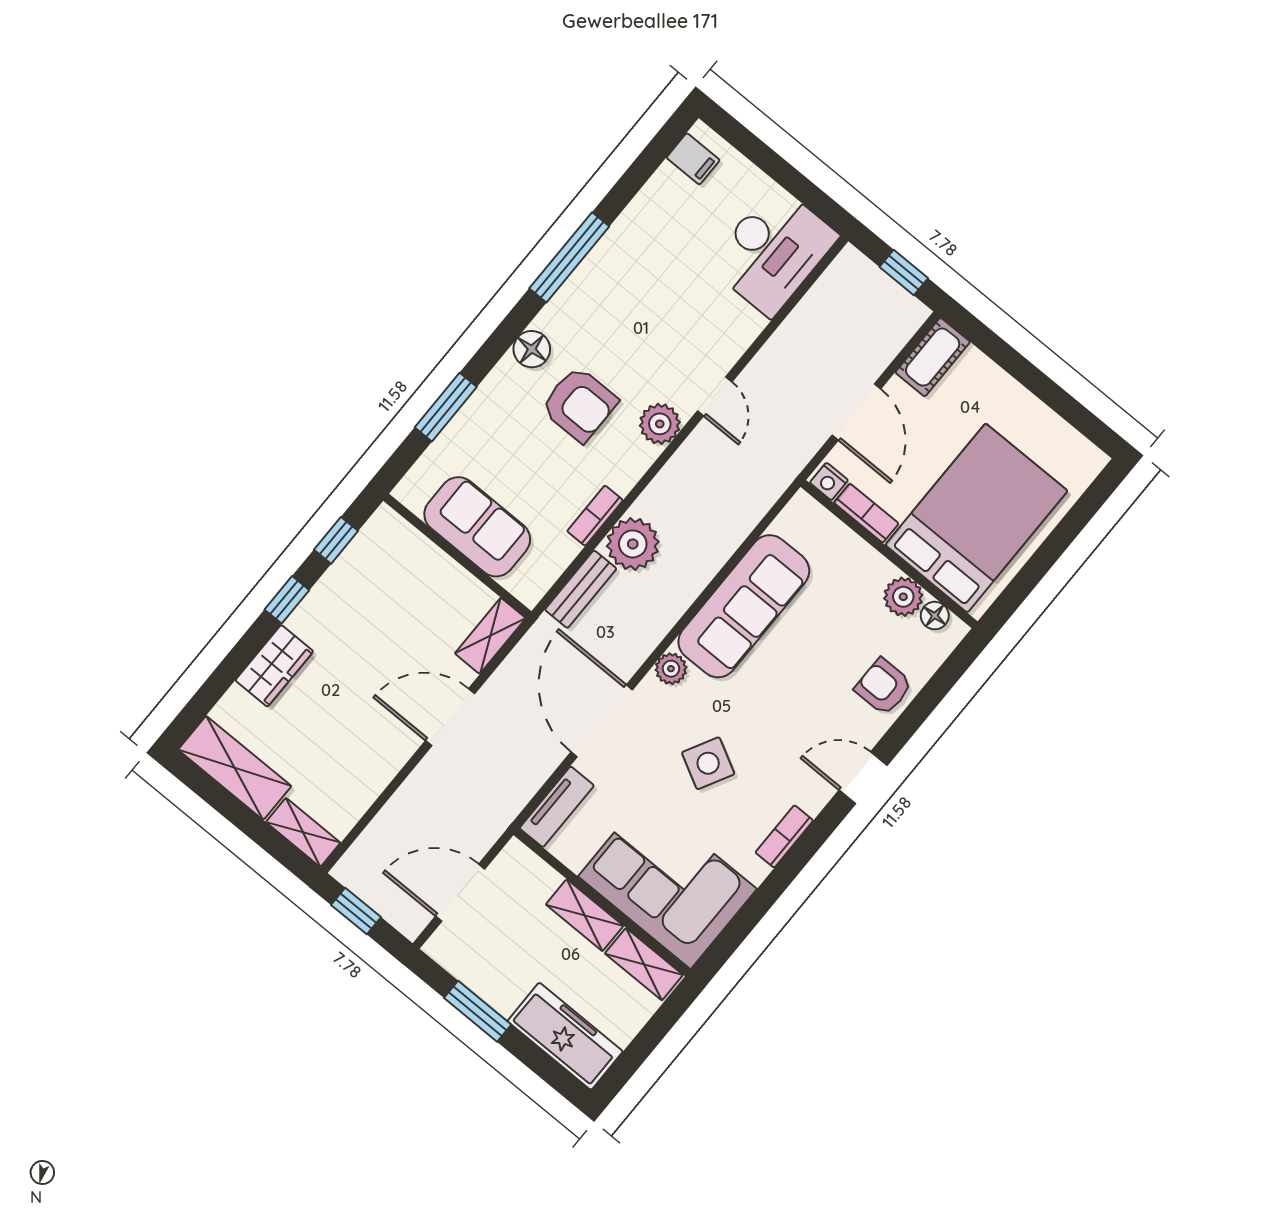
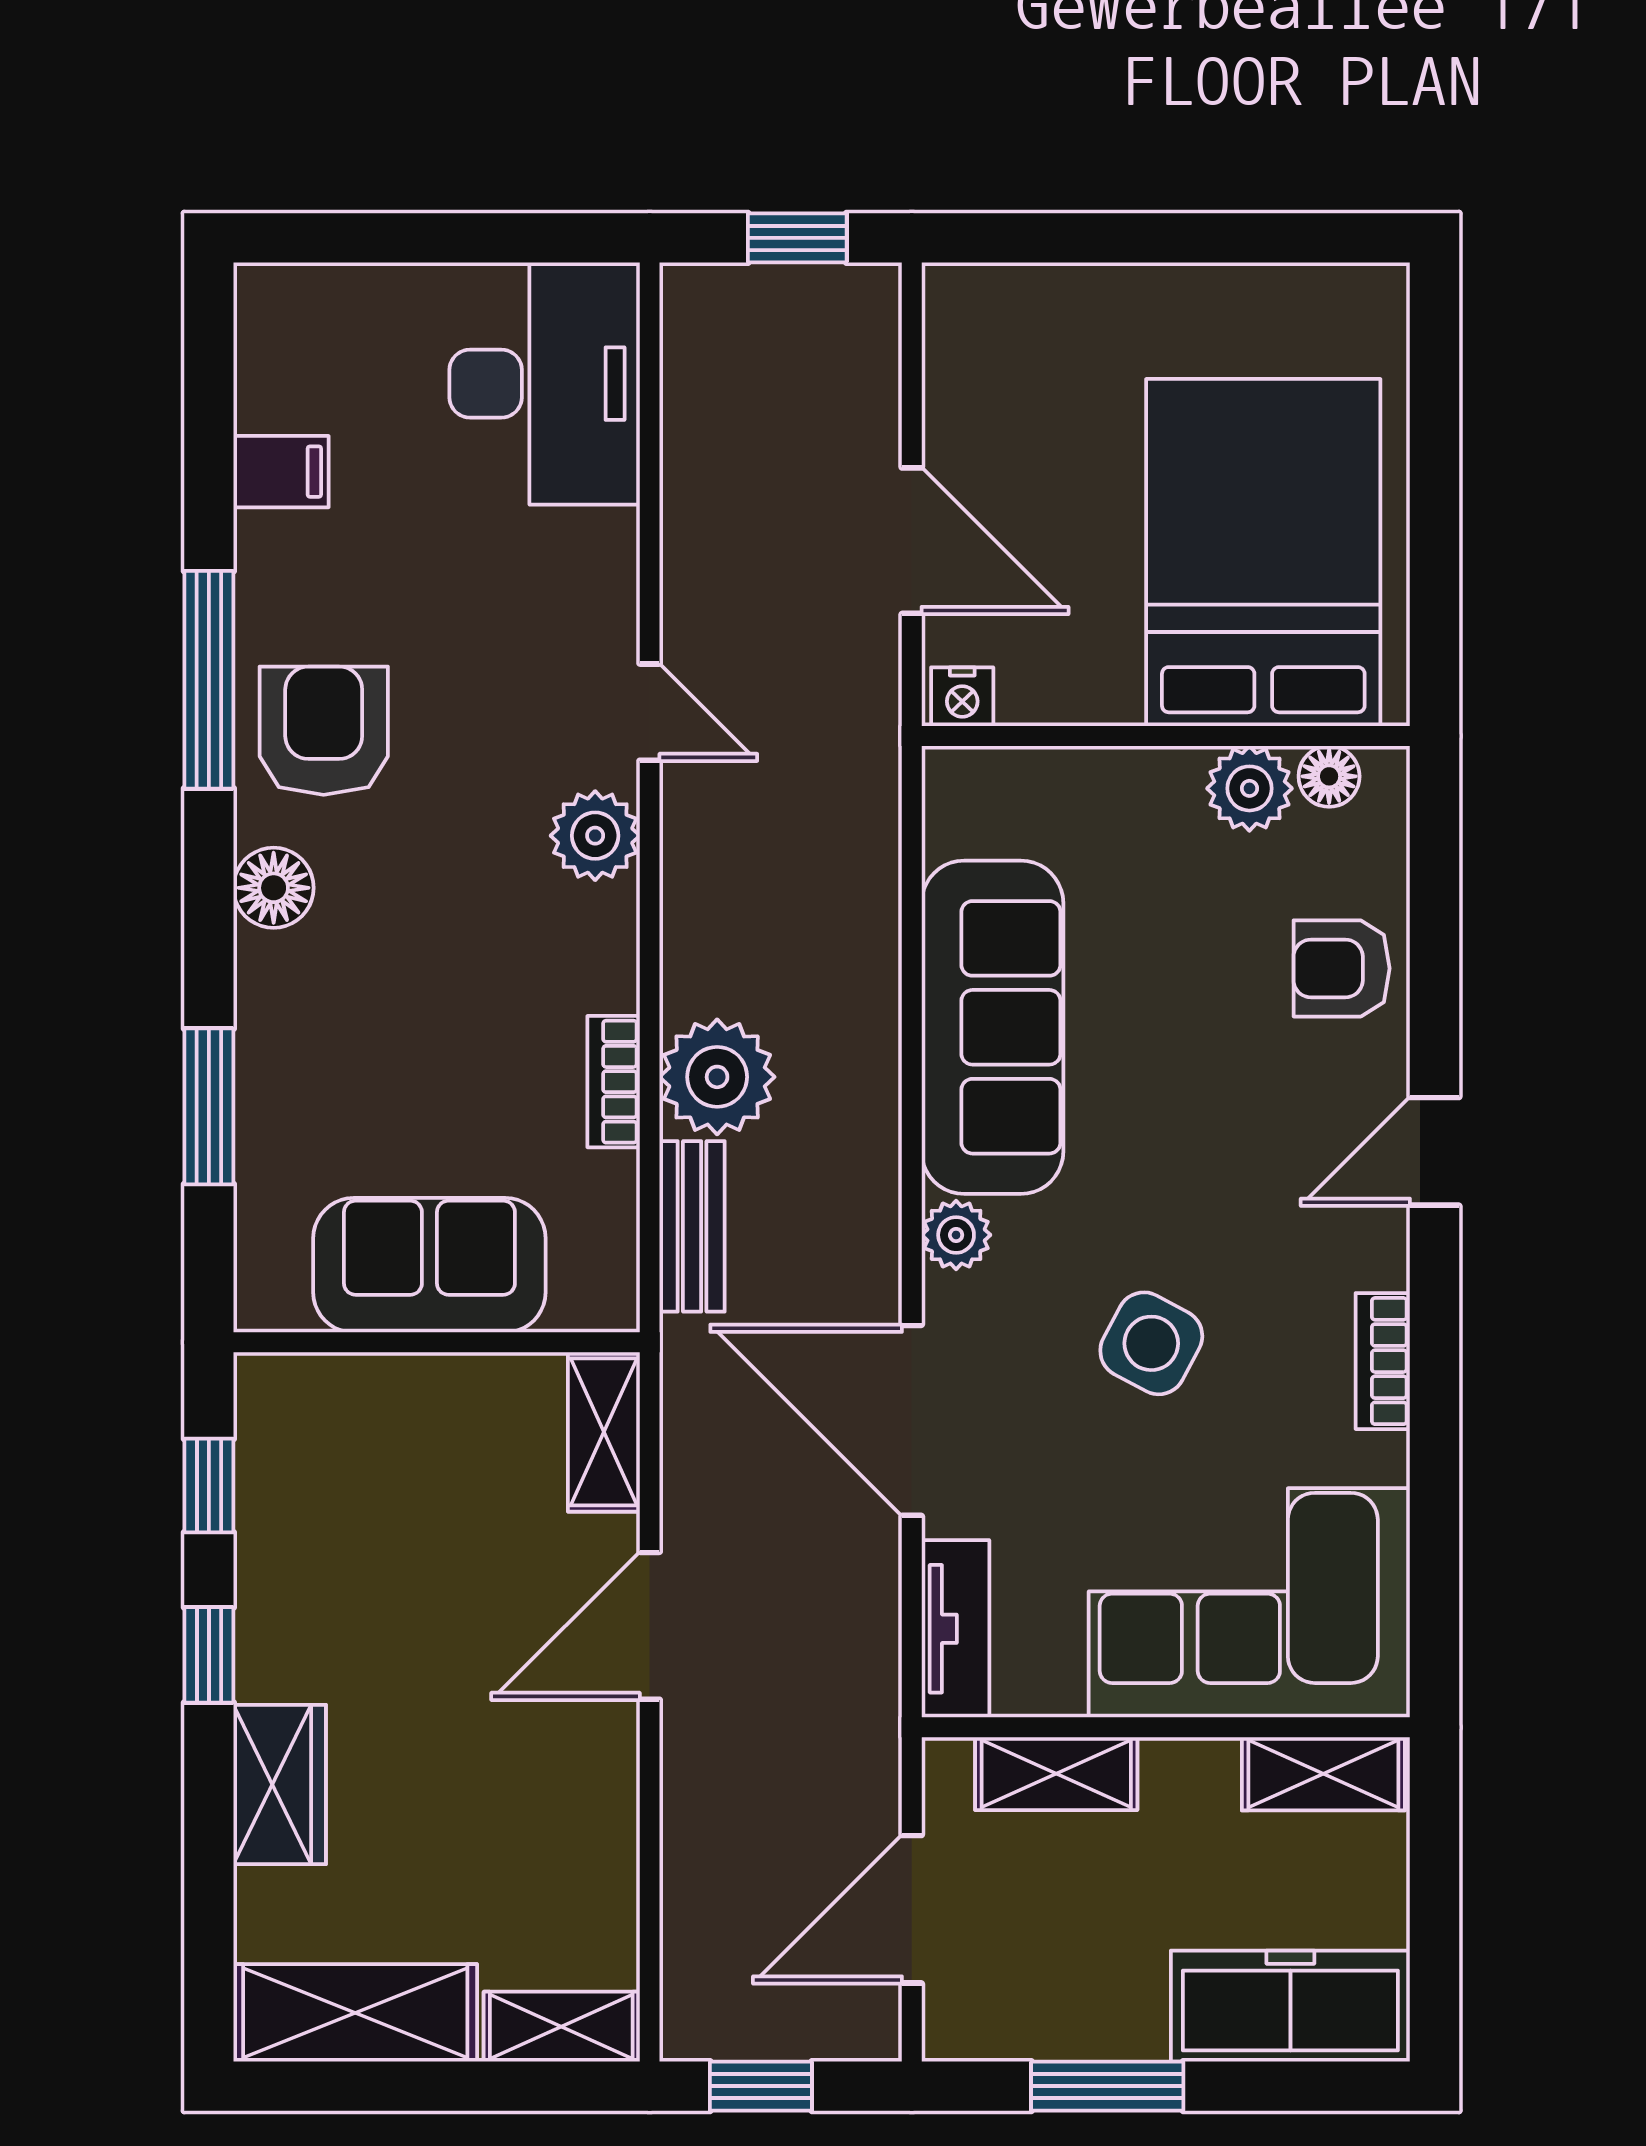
filing cabinet: (693, 159) -> (281, 472), moved
cot: (933, 357) -> (964, 341), removed
armchair: (579, 404) -> (324, 731), moved, turned -90
bookcase: (866, 513) -> (1070, 698), removed
shelving: (585, 915) -> (1056, 1774), moved

